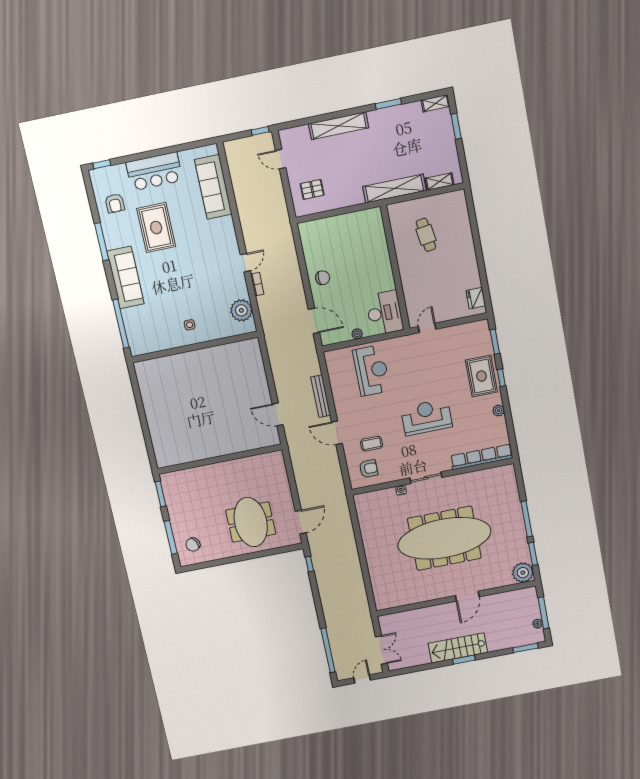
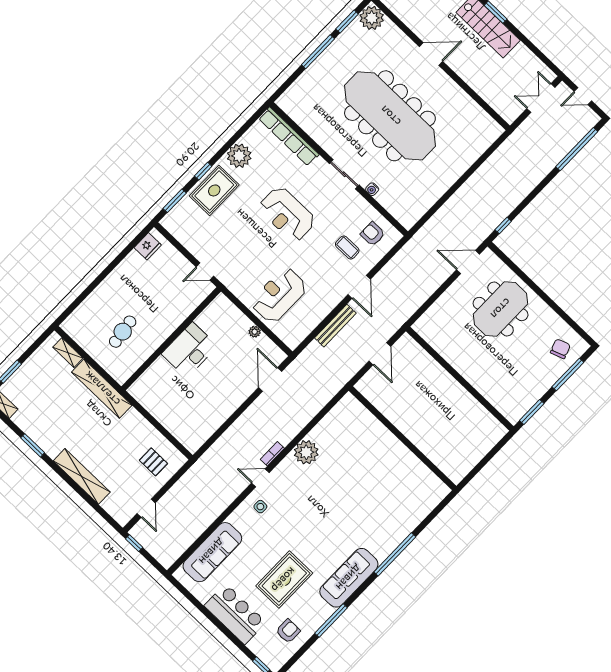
chair: (323, 278) -> (225, 398), removed
desk: (384, 313) -> (190, 350), moved
side table: (190, 325) -> (260, 507), moved
wall: (195, 347) -> (402, 438), moved
plant: (499, 411) -> (239, 156), width x1.87, depth x1.87
chair: (193, 545) -> (560, 349), turned -83

